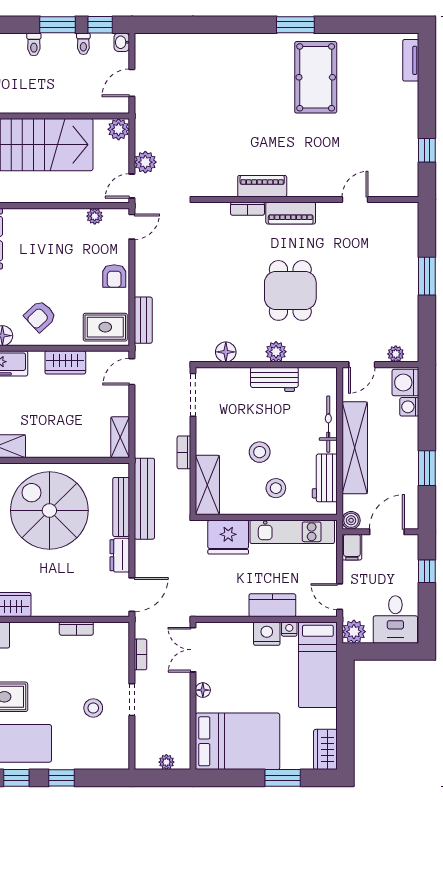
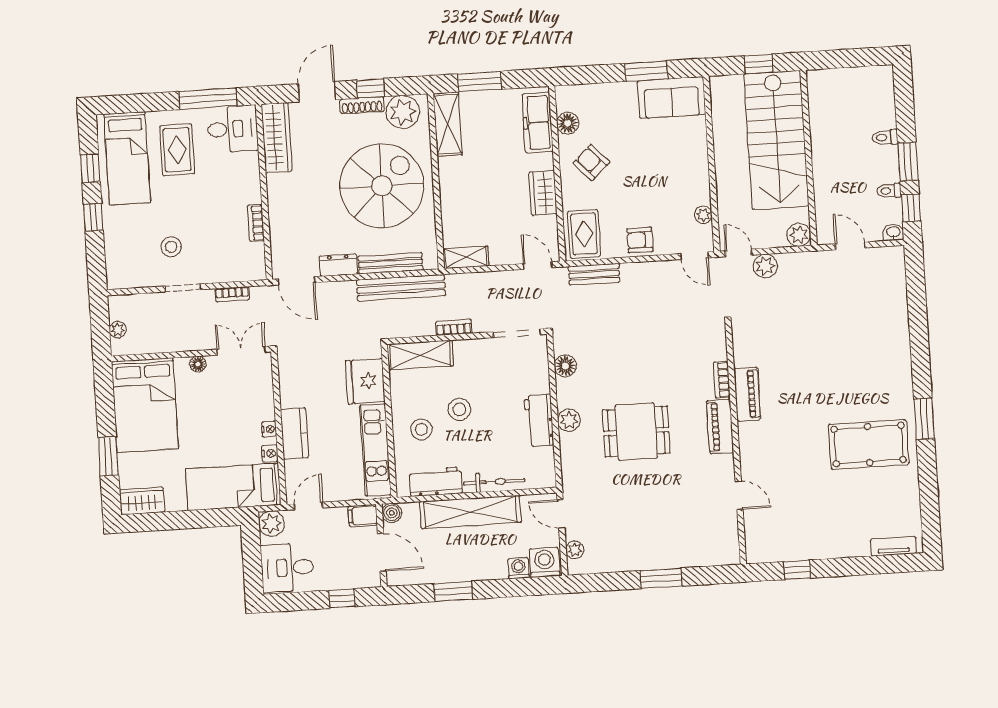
nightstand: (267, 634) -> (269, 429), width x0.53, depth x0.56

